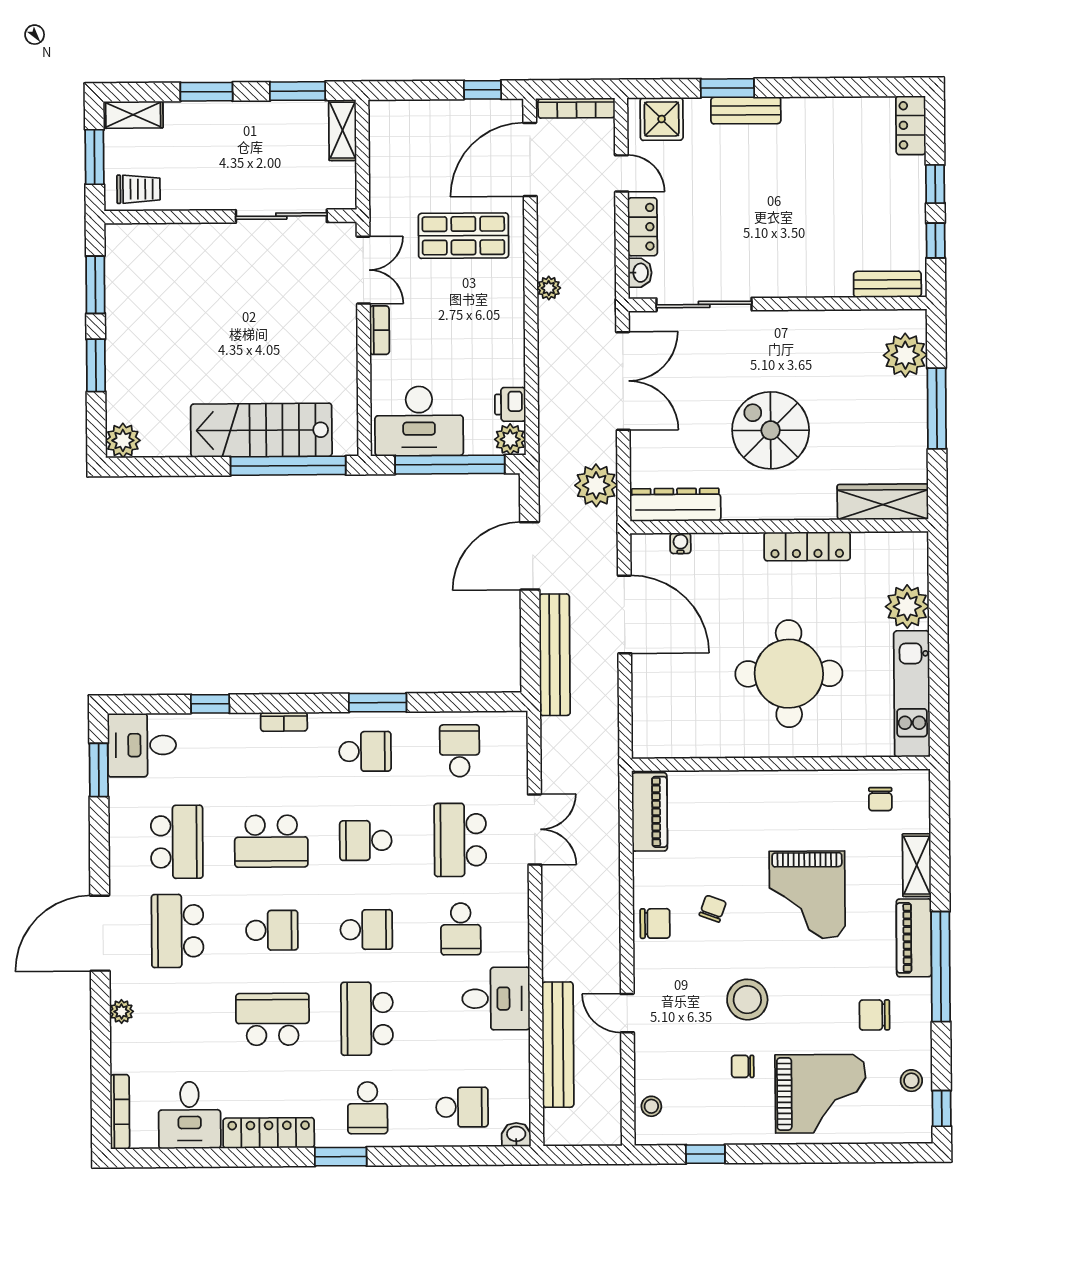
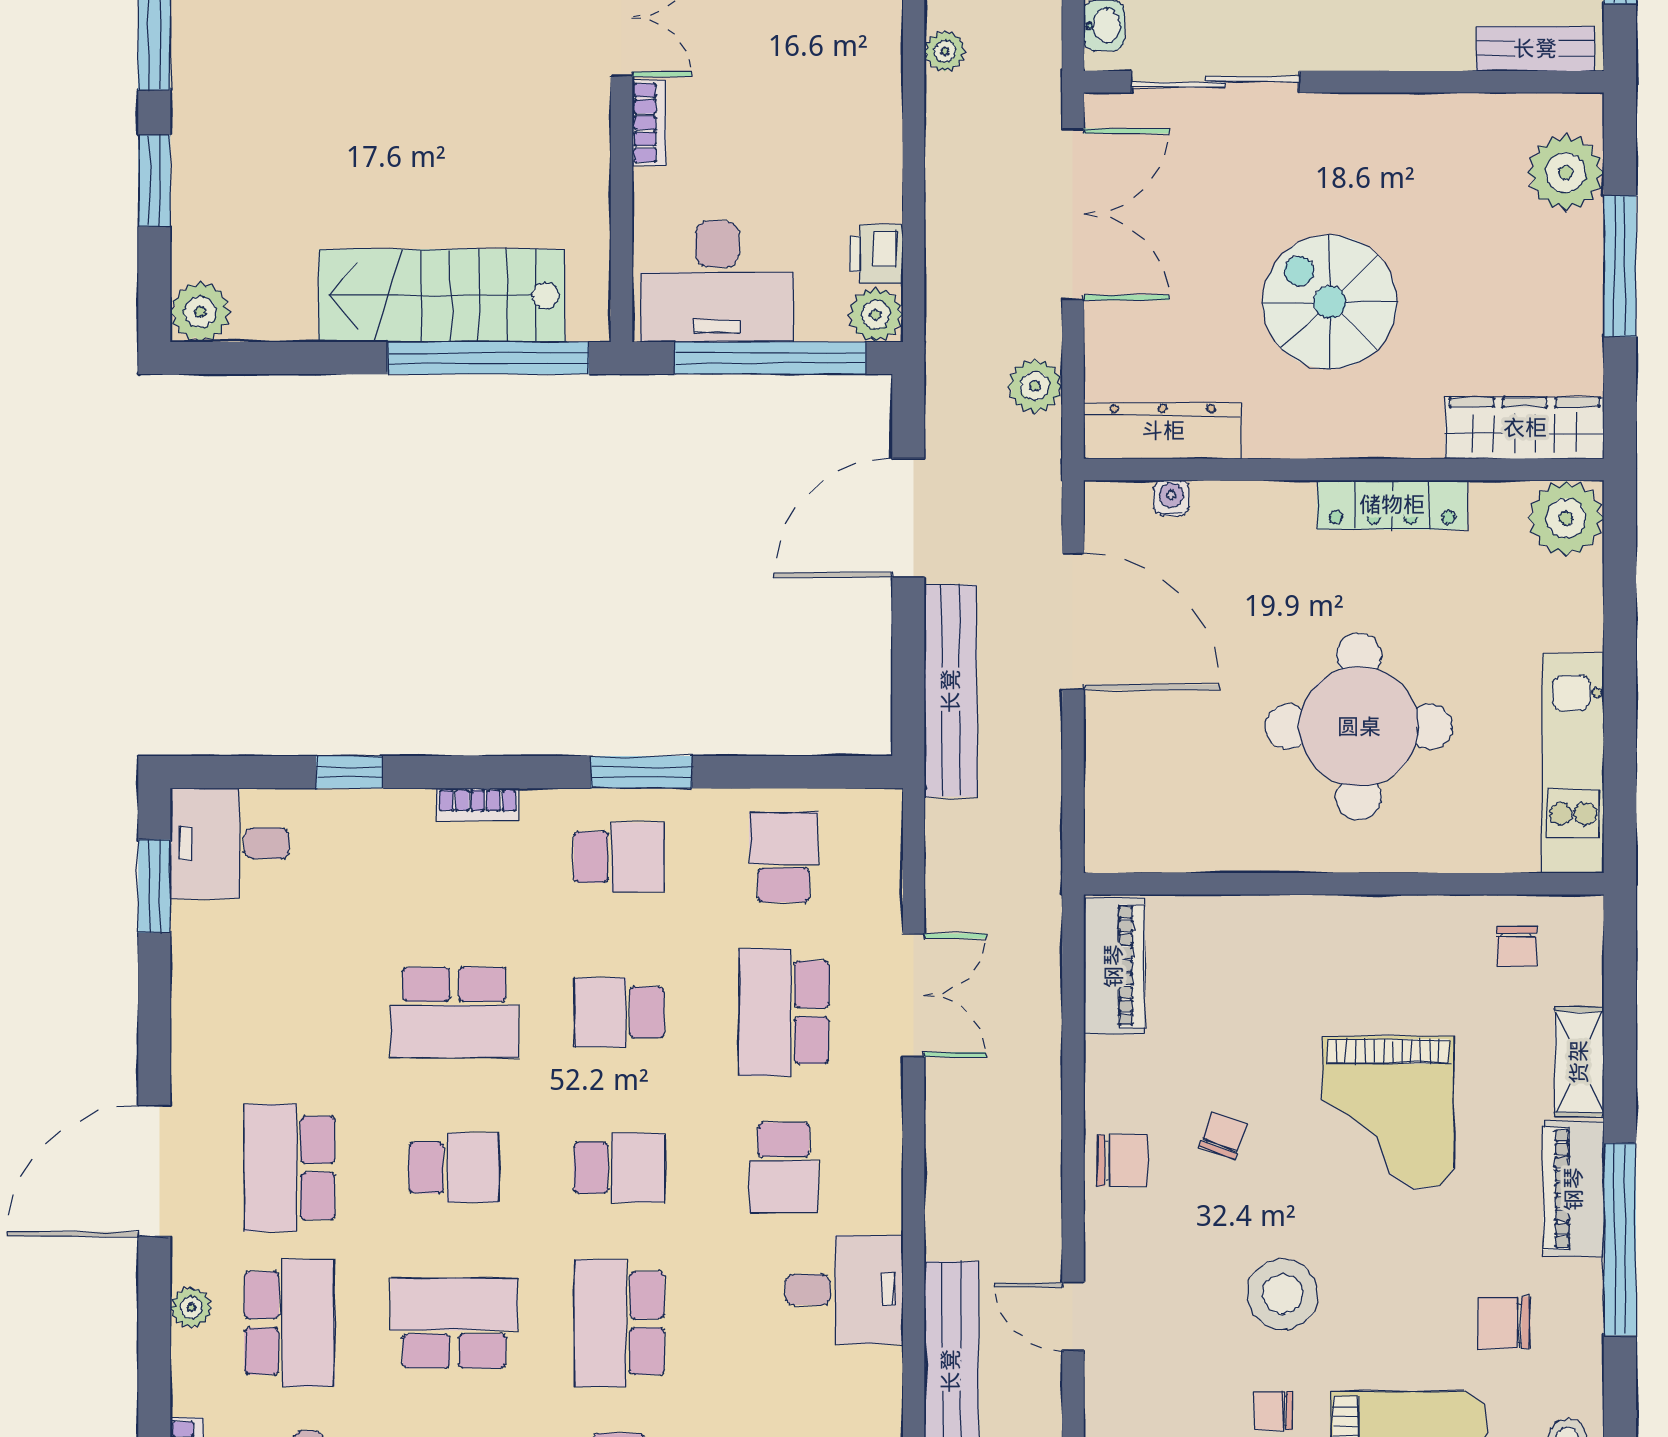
plant: (596, 485) -> (1035, 386), width x0.73, depth x0.73
plant: (907, 607) -> (1566, 518), moved
school desk: (177, 842) -> (290, 1323), moved

